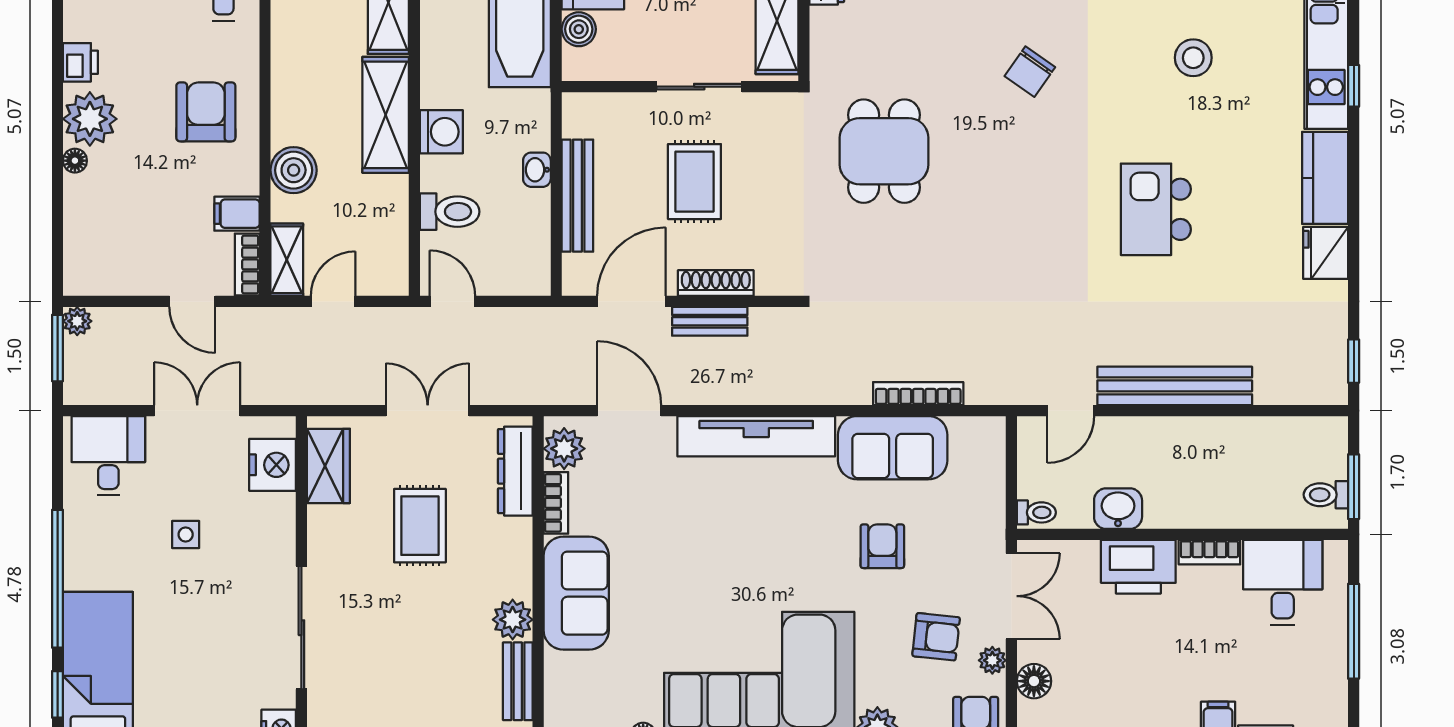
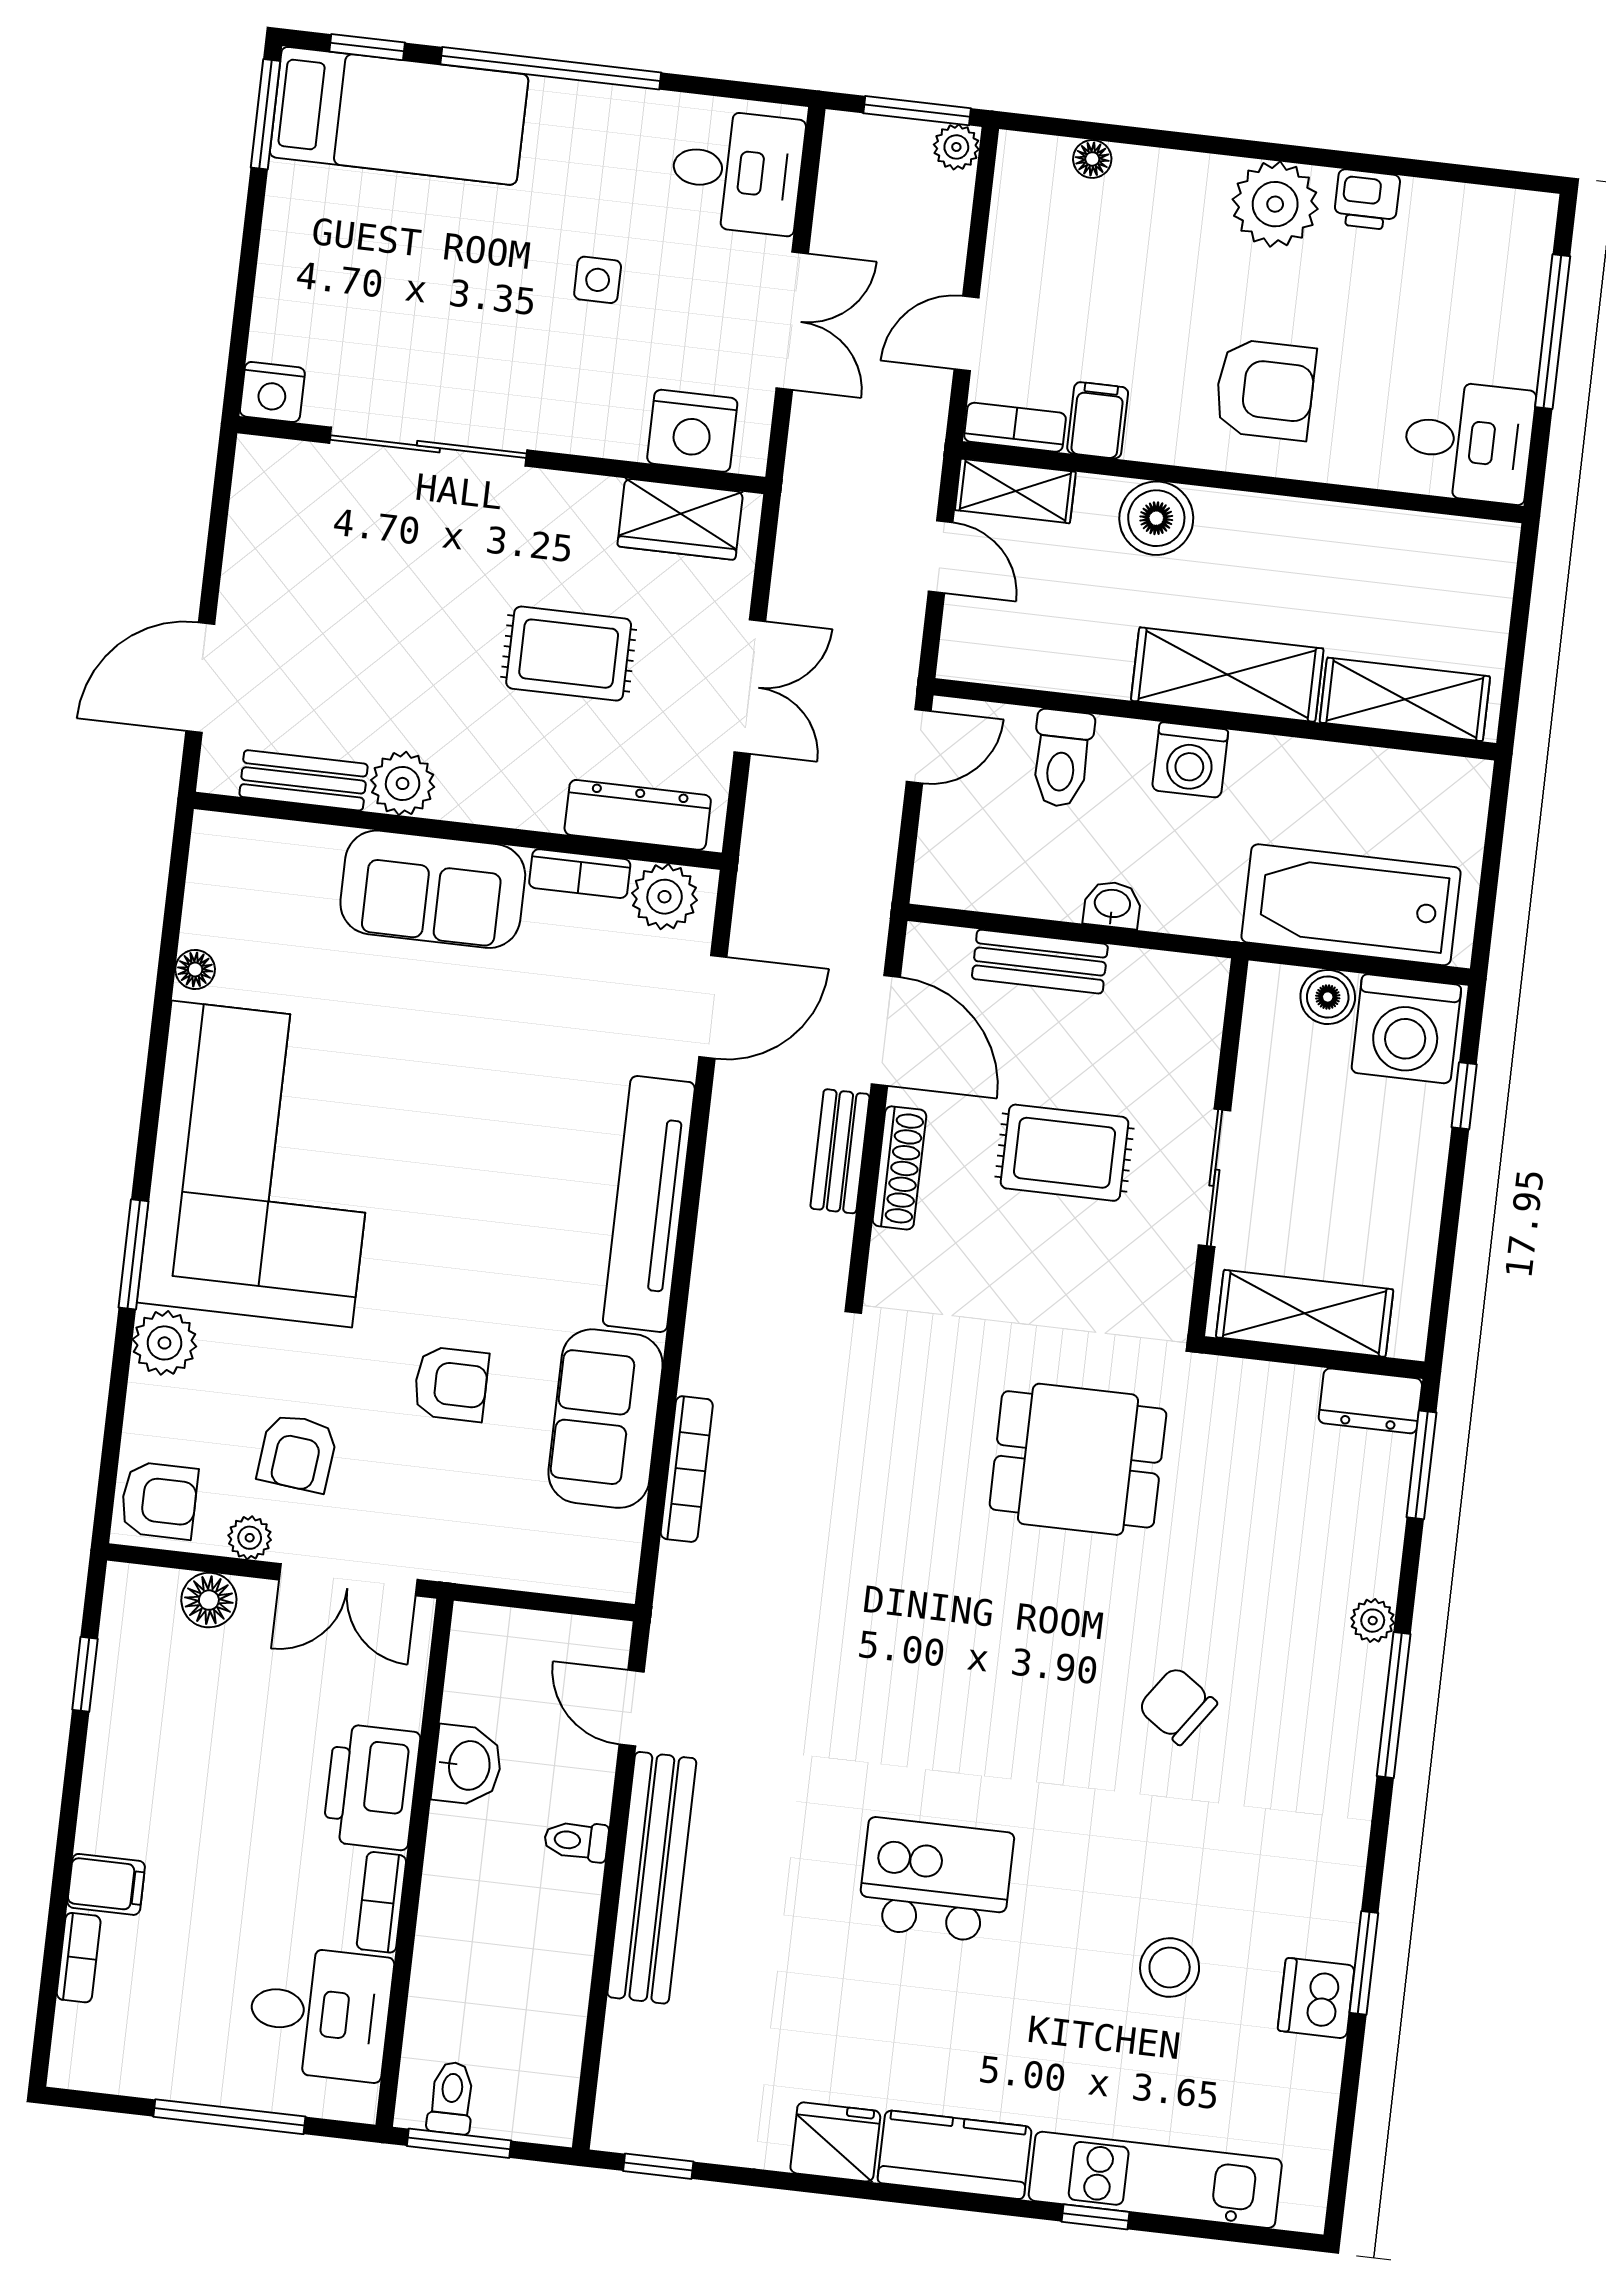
floor lamp: (75, 161) -> (1092, 159), moved
bench: (577, 196) -> (1040, 962), width x0.73
toilet: (1036, 512) -> (576, 1841), moved, turned 90

